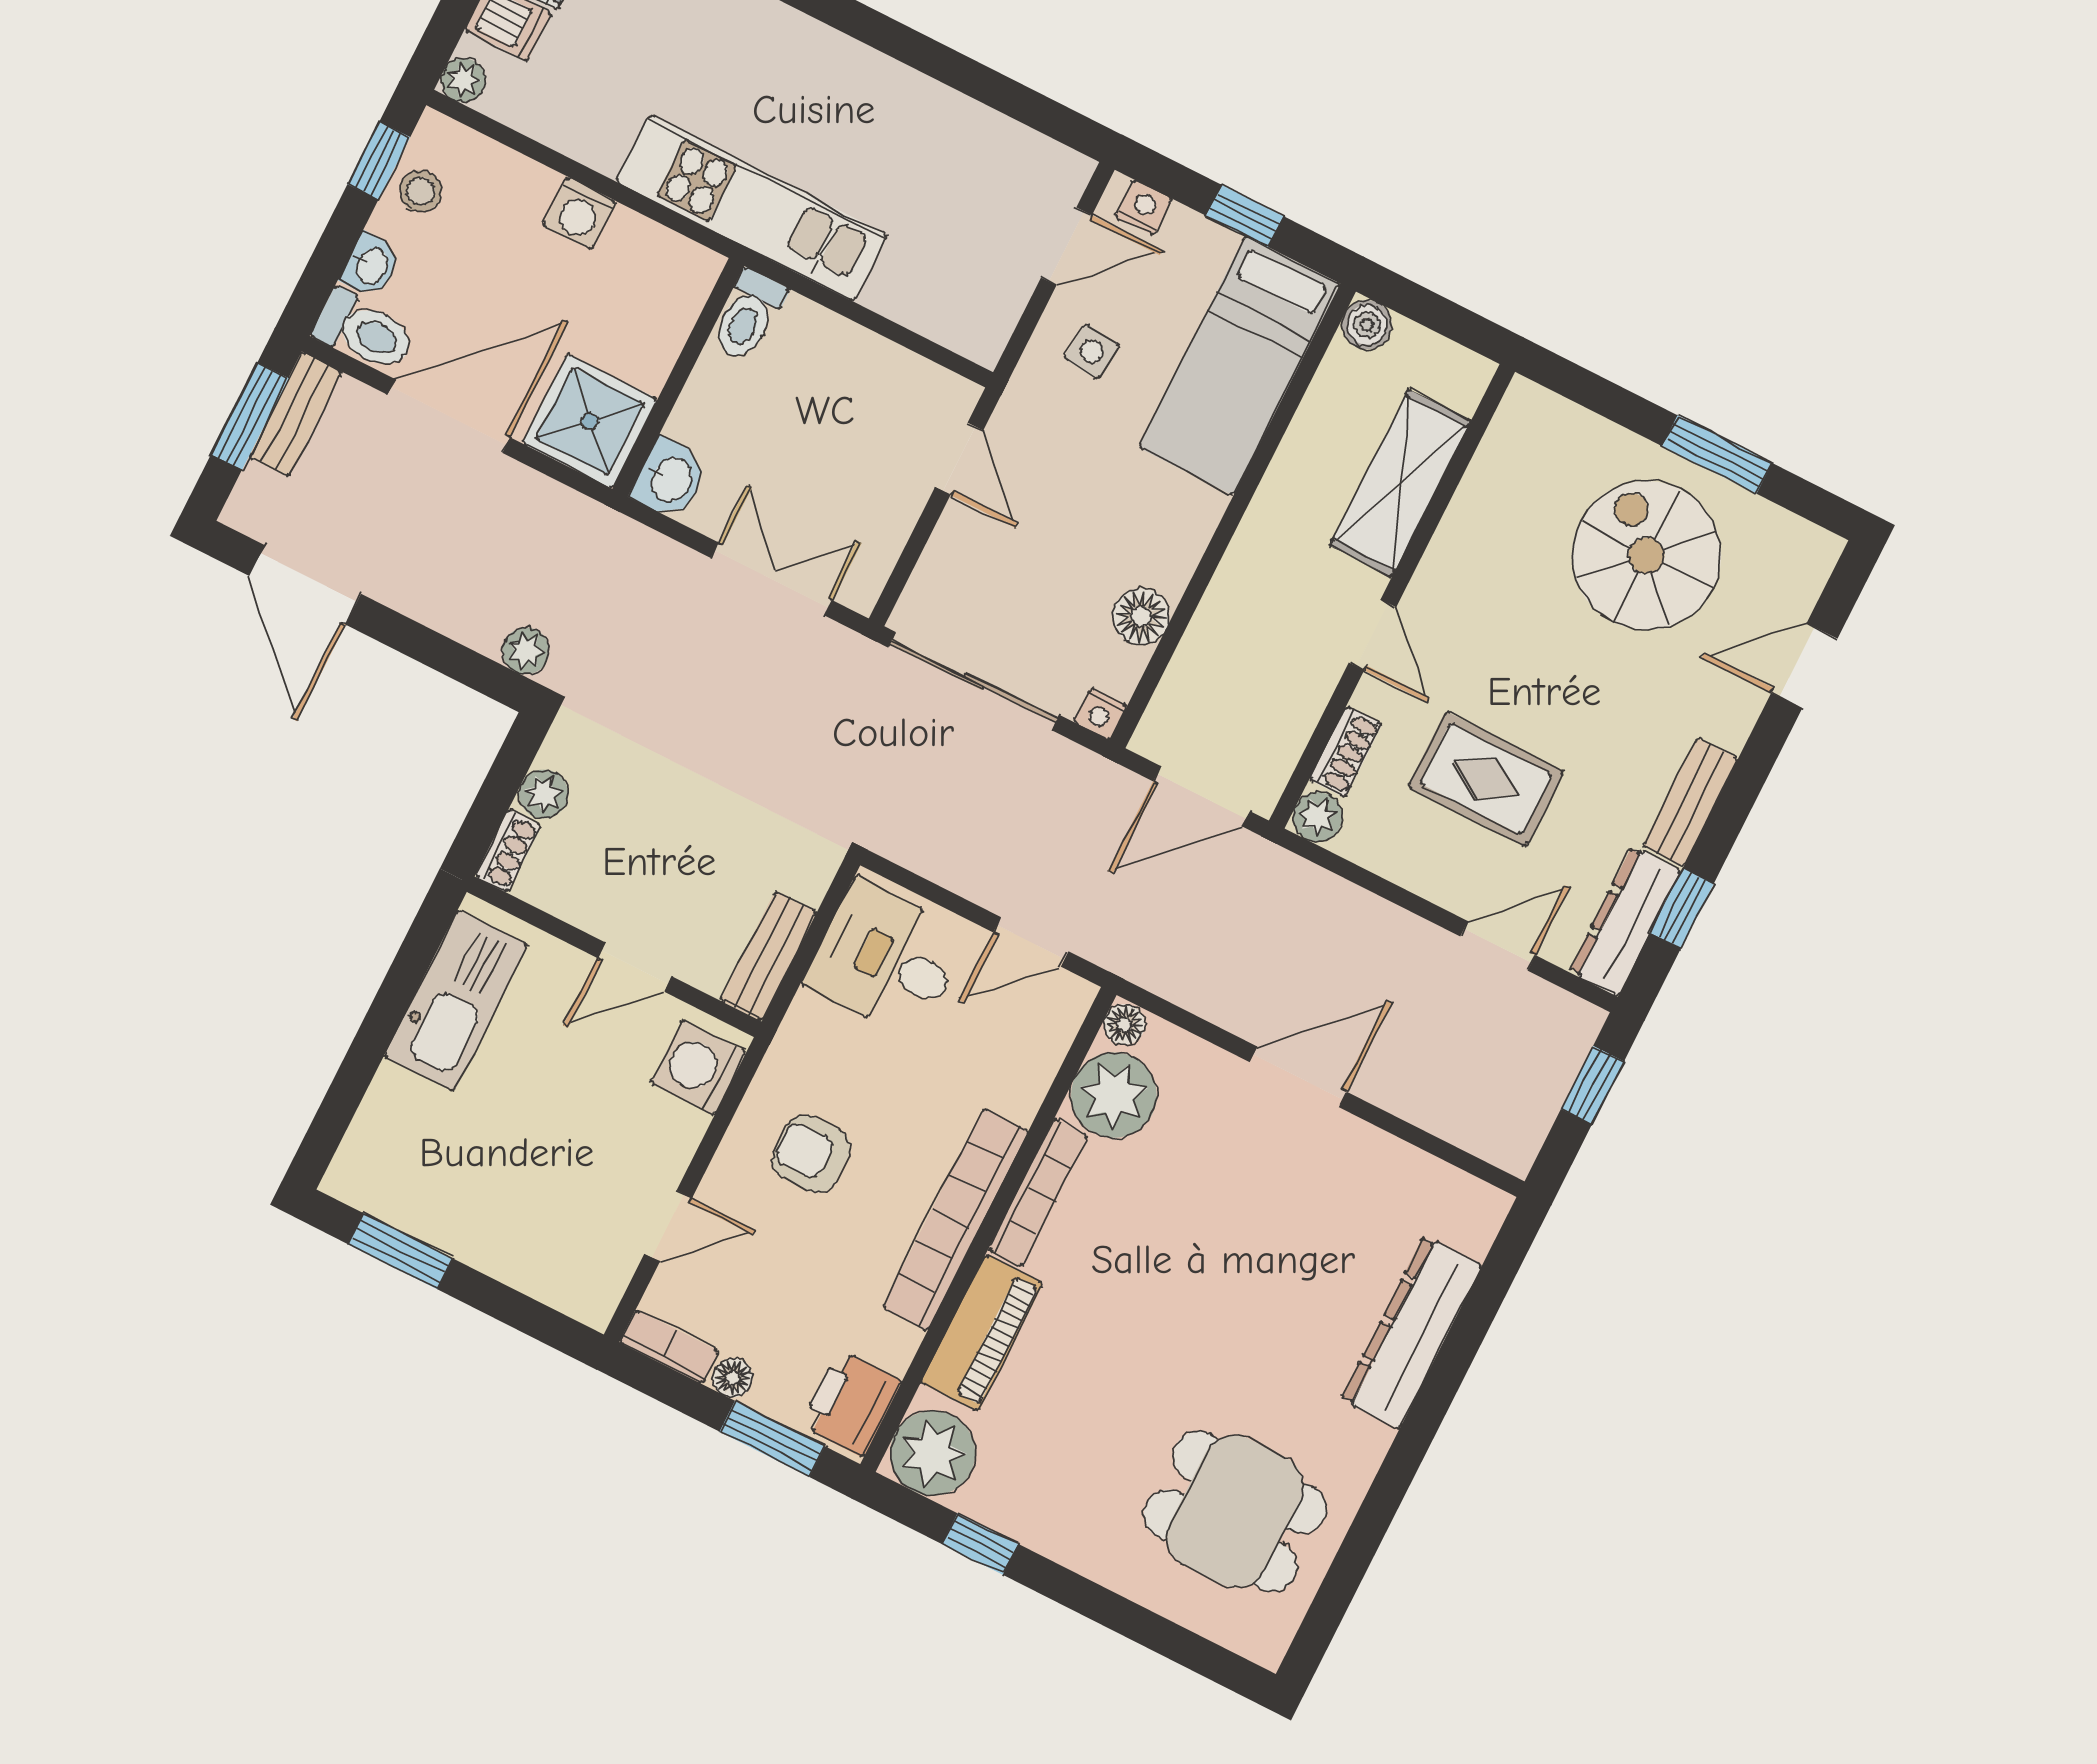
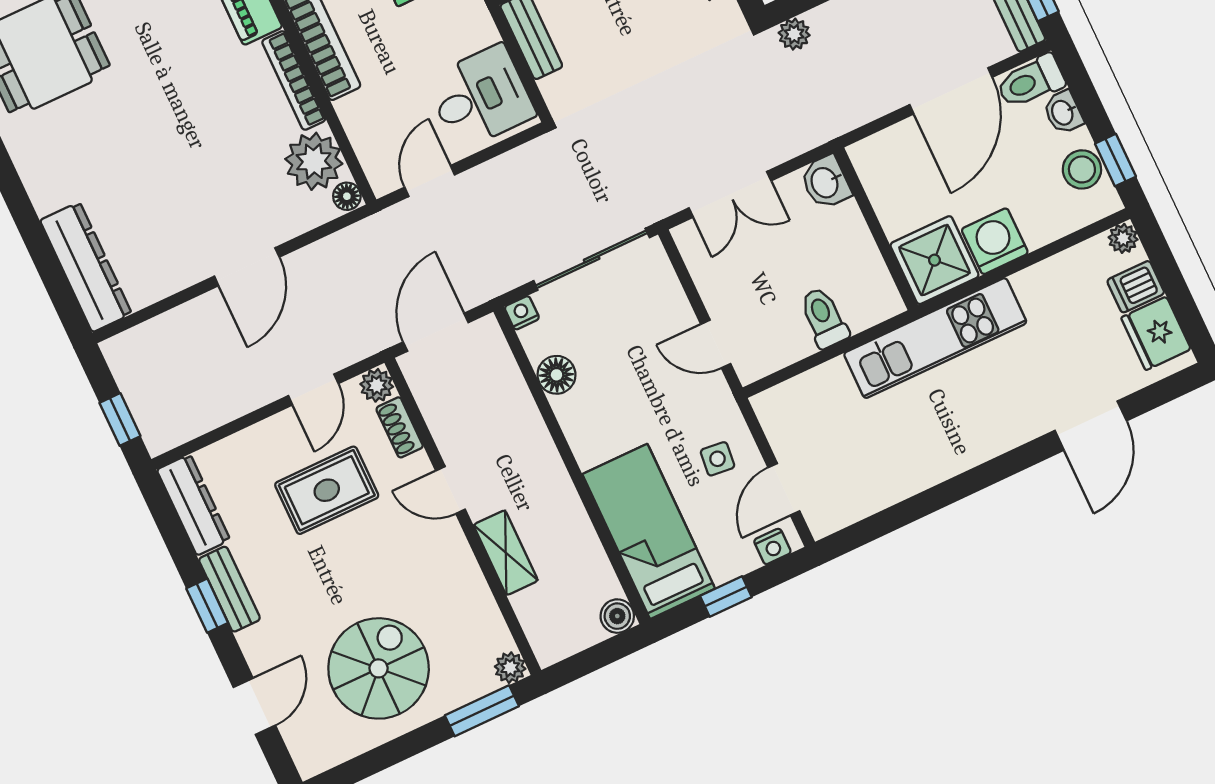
stool: (420, 191) -> (1082, 169), width x1.37, depth x1.37
washing machine: (579, 213) -> (995, 241), width x1.38, depth x1.38
toilet: (748, 316) -> (824, 318), moved
plant: (1525, 403) -> (510, 668), added
shower: (590, 421) -> (934, 260), moved
window: (1717, 455) -> (482, 711), moved
shelving: (1400, 483) -> (506, 553), width x0.67, depth x0.75
spiral stairs: (1646, 556) -> (379, 668), turned -90
window: (1682, 908) -> (207, 606), moved
door: (1498, 946) -> (313, 390), moved
dresser: (1412, 1332) -> (86, 267), moved

